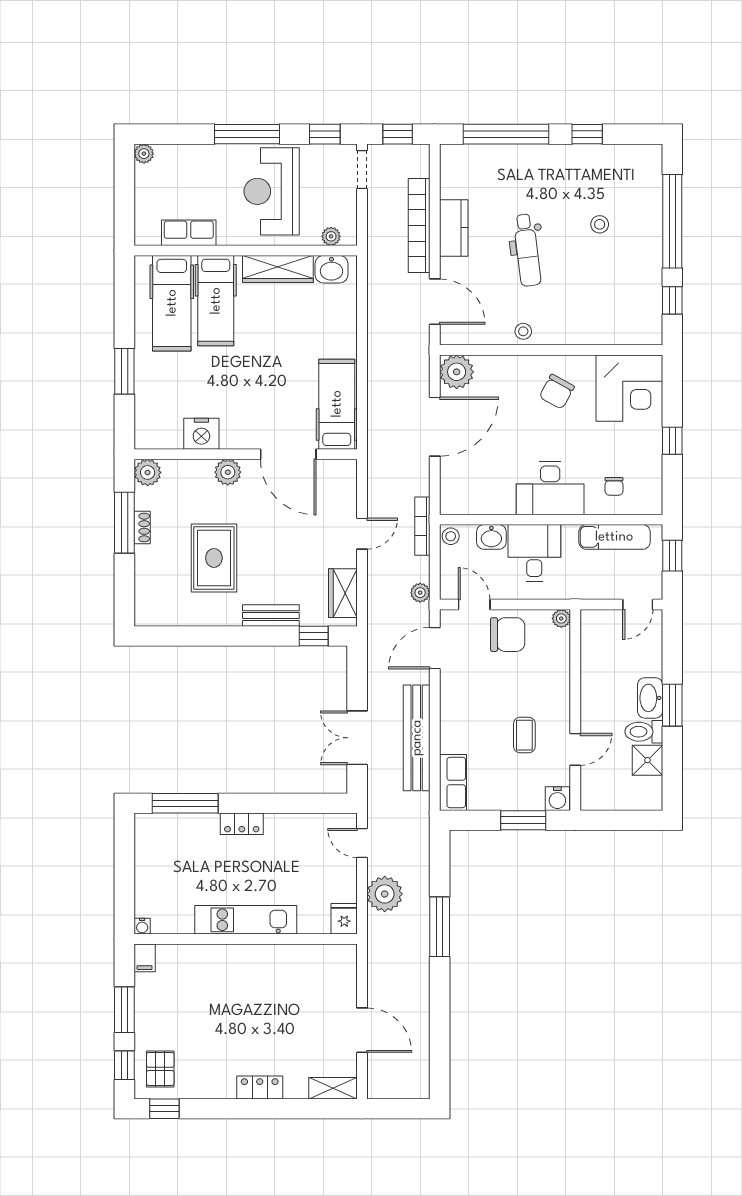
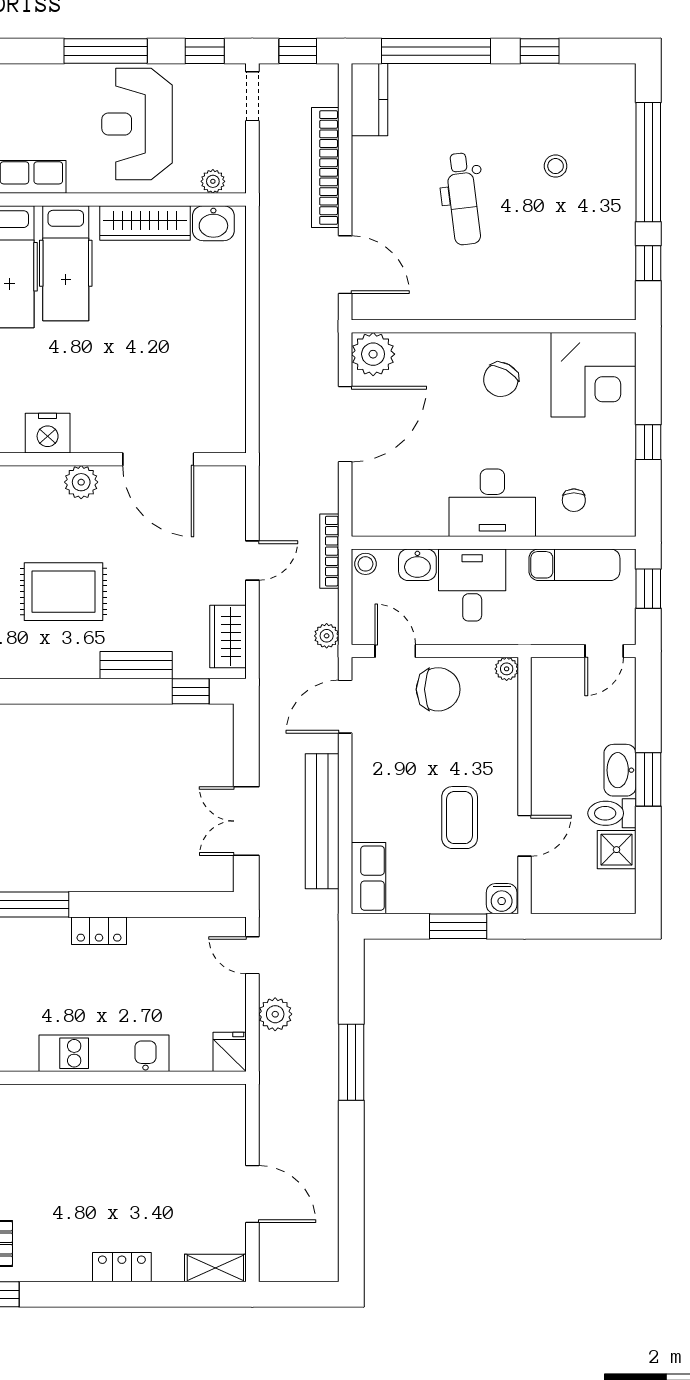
kitchen counter: (454, 228) -> (369, 100), moved
stool: (523, 331) -> (458, 302), removed
hospital bed: (337, 404) -> (220, 395), removed
rug: (214, 558) -> (64, 592), turned 90
coffee table: (524, 735) -> (460, 818), width x1.36, depth x1.30
plant: (385, 894) -> (275, 1014), width x0.73, depth x0.73

